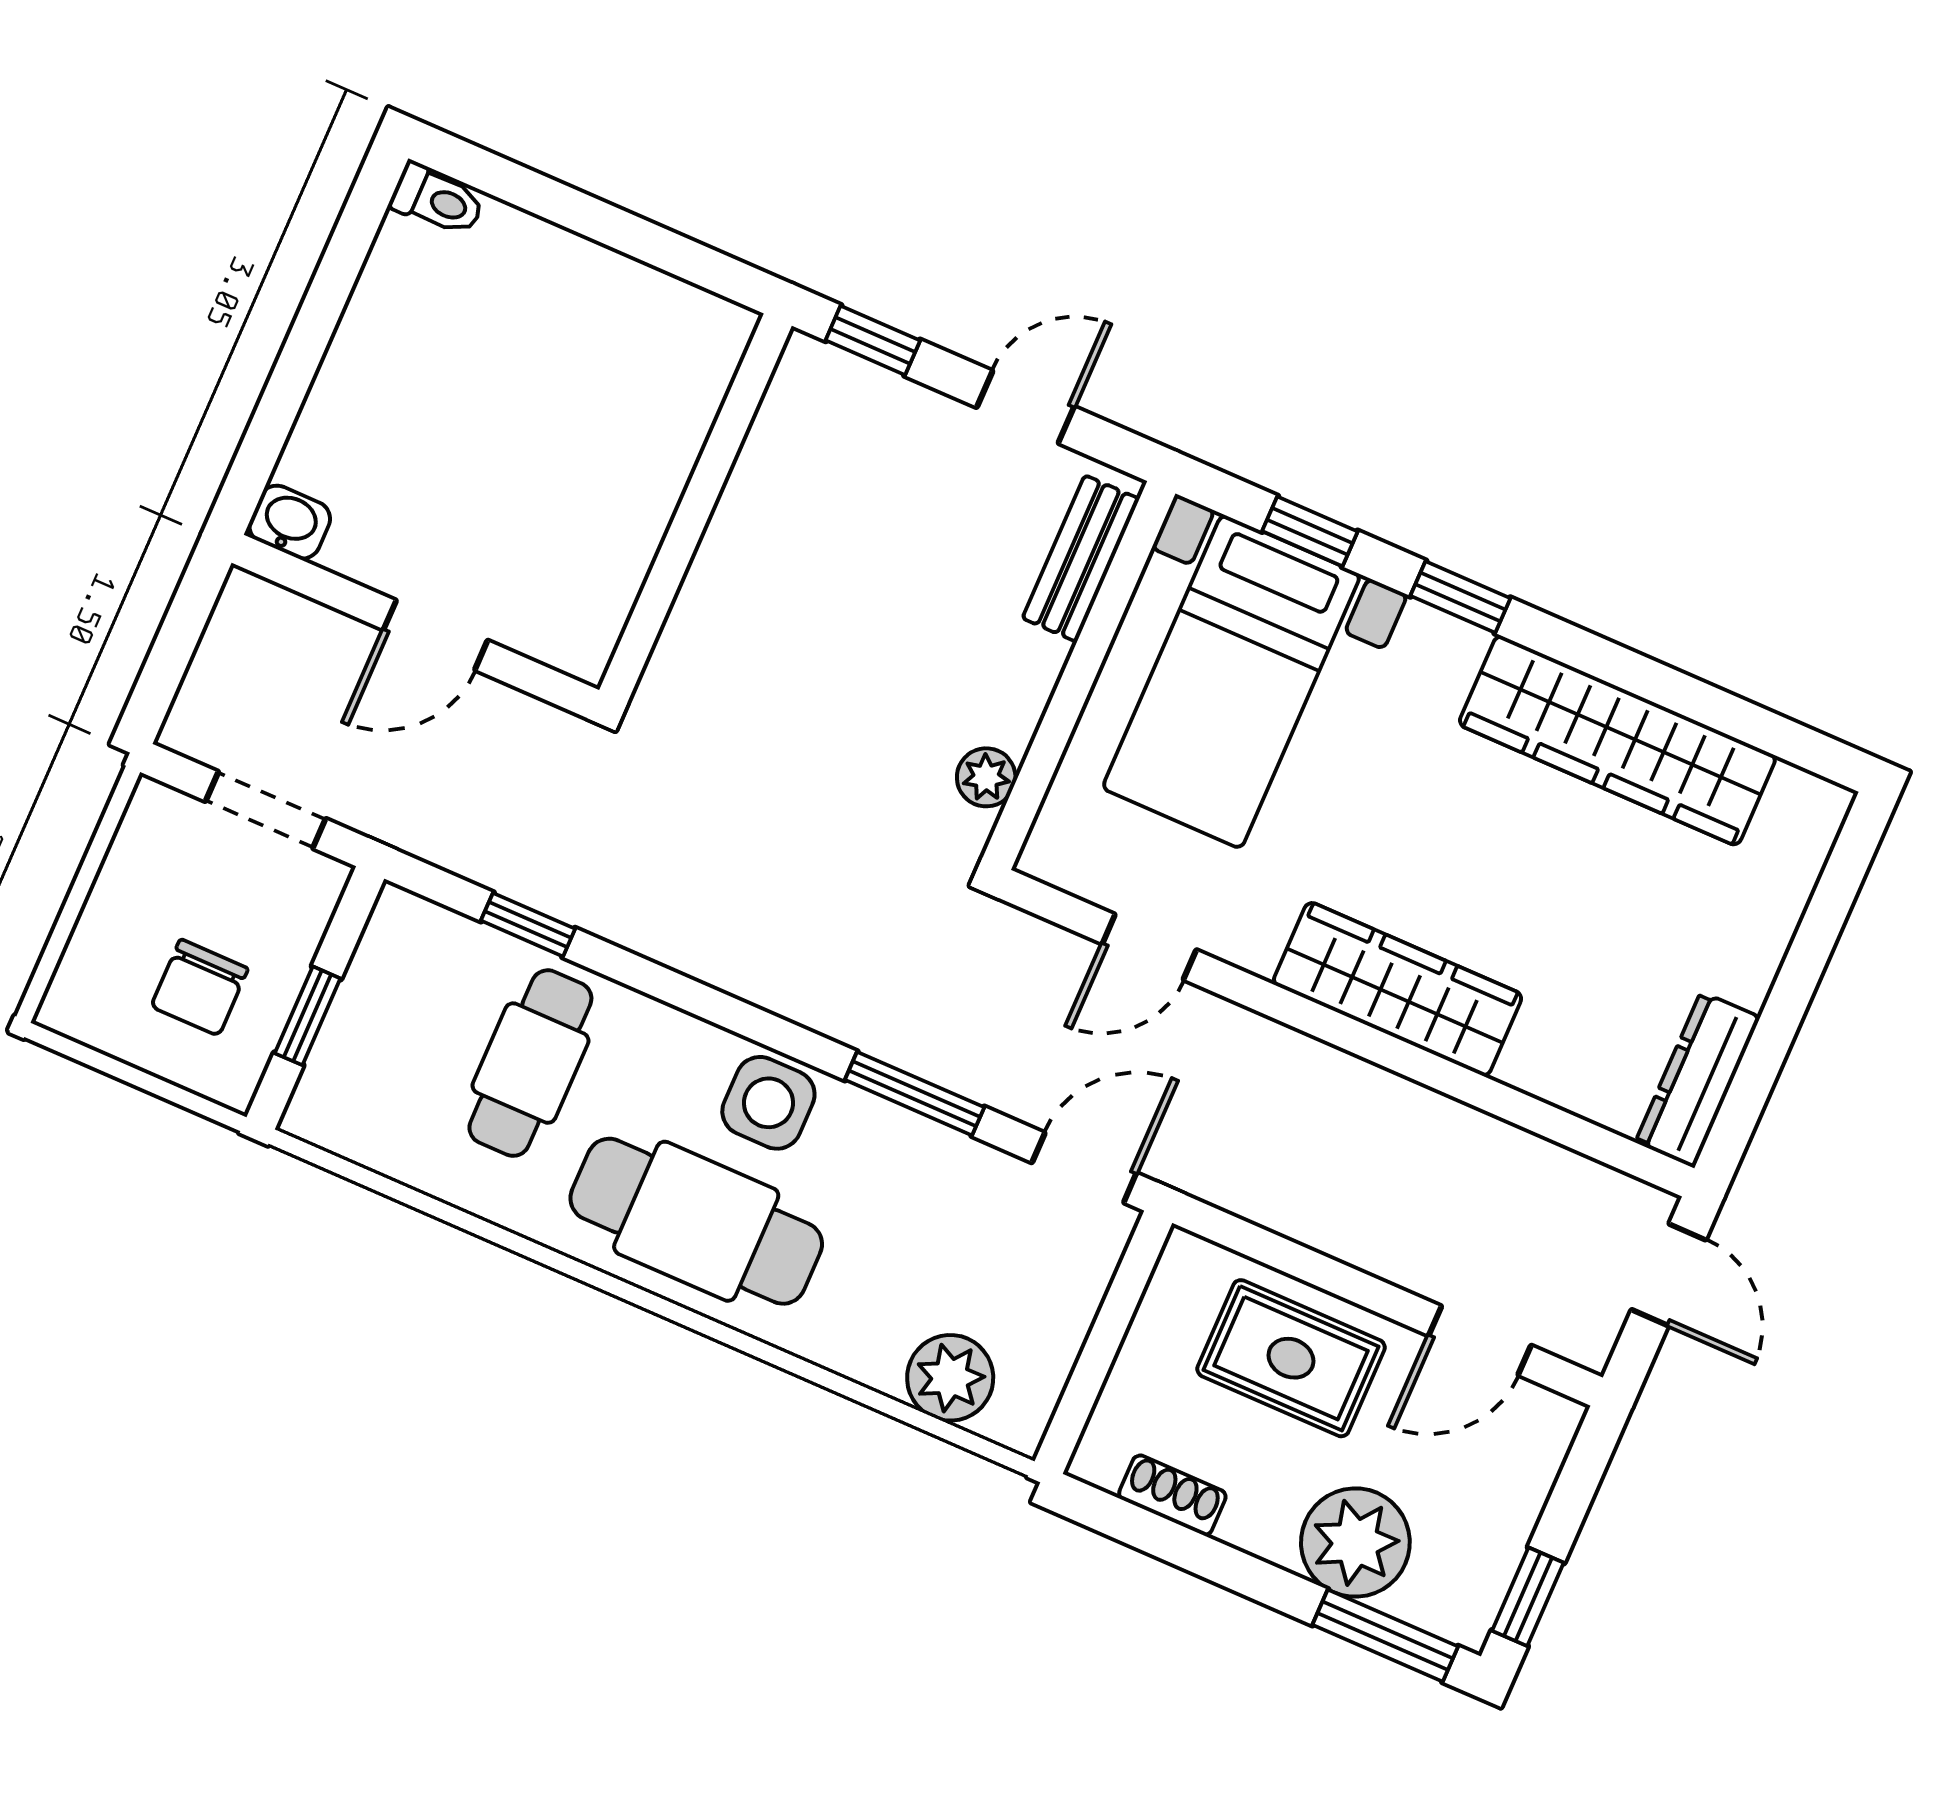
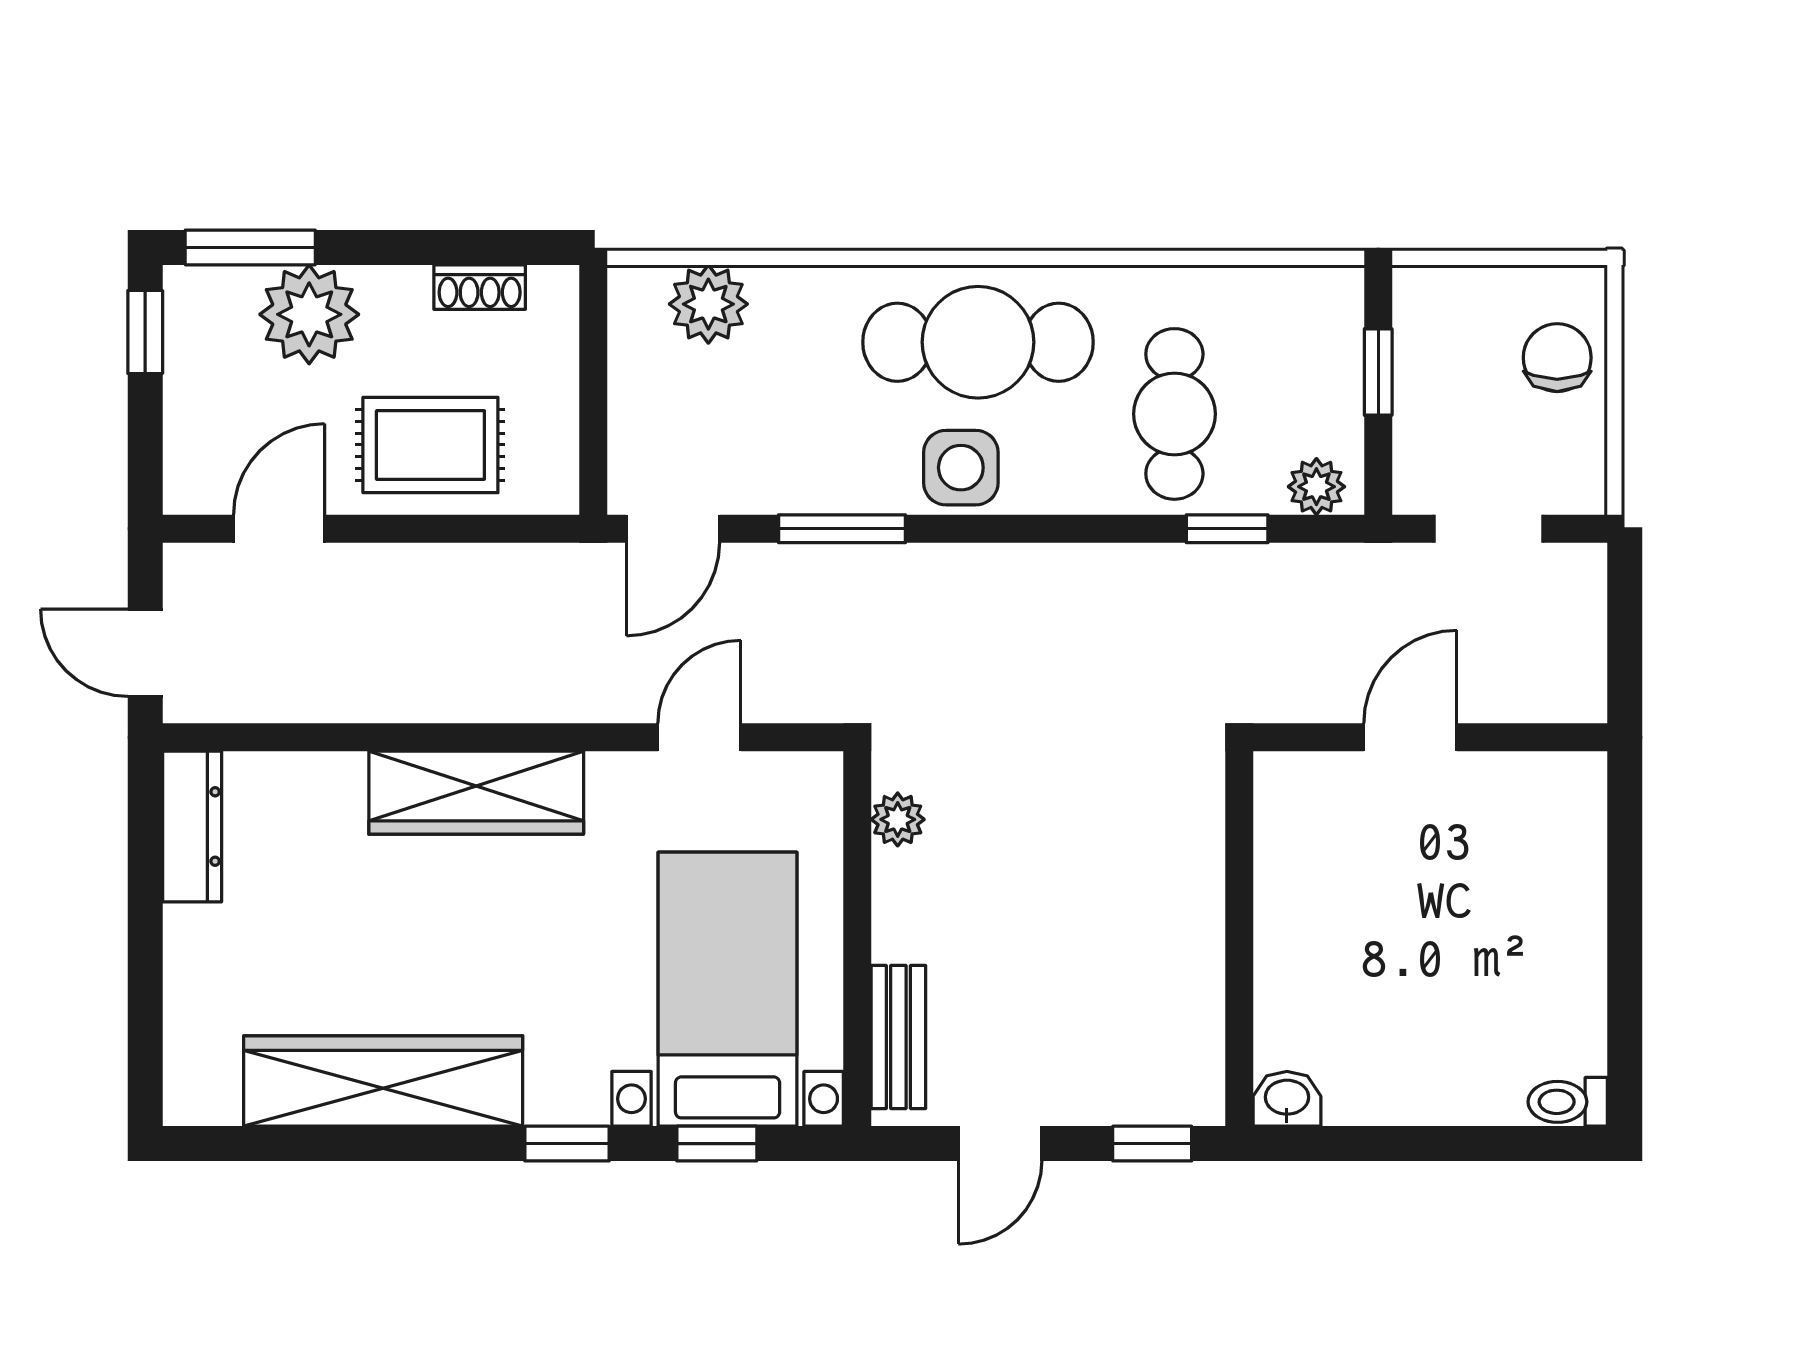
washbasin: (290, 522) -> (1287, 1099), moved, turned 180
plant: (420, 928) -> (1316, 487), added
chair: (199, 988) -> (1557, 358), moved

